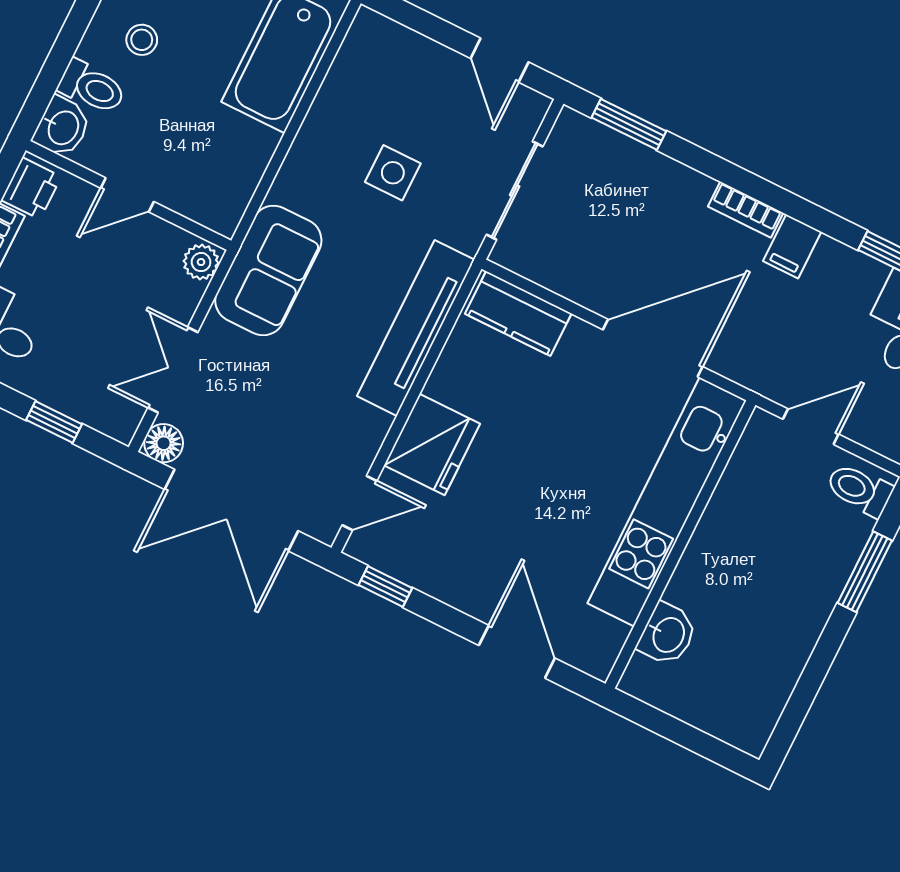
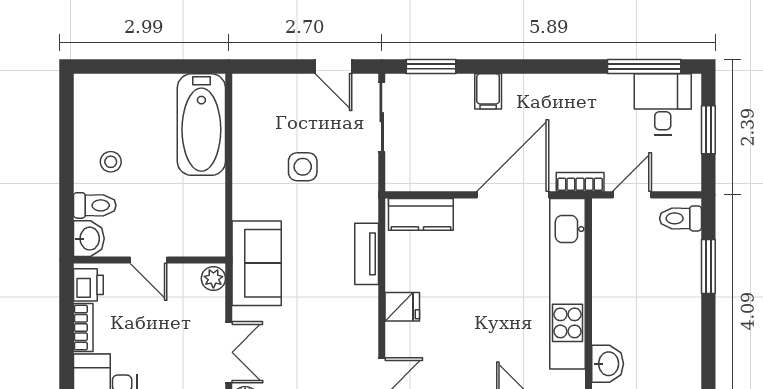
sliding door: (515, 191) -> (382, 117), moved
door: (127, 195) -> (149, 260), hinge flipped
bookcase: (746, 210) -> (580, 182), moved, turned 180
filing cabinet: (792, 246) -> (488, 91), moved
tv unit: (416, 328) -> (367, 254), width x0.52, depth x0.78
double door: (173, 370) -> (229, 352), swing flipped
fridge: (432, 445) -> (402, 307), width x0.53, depth x0.75

